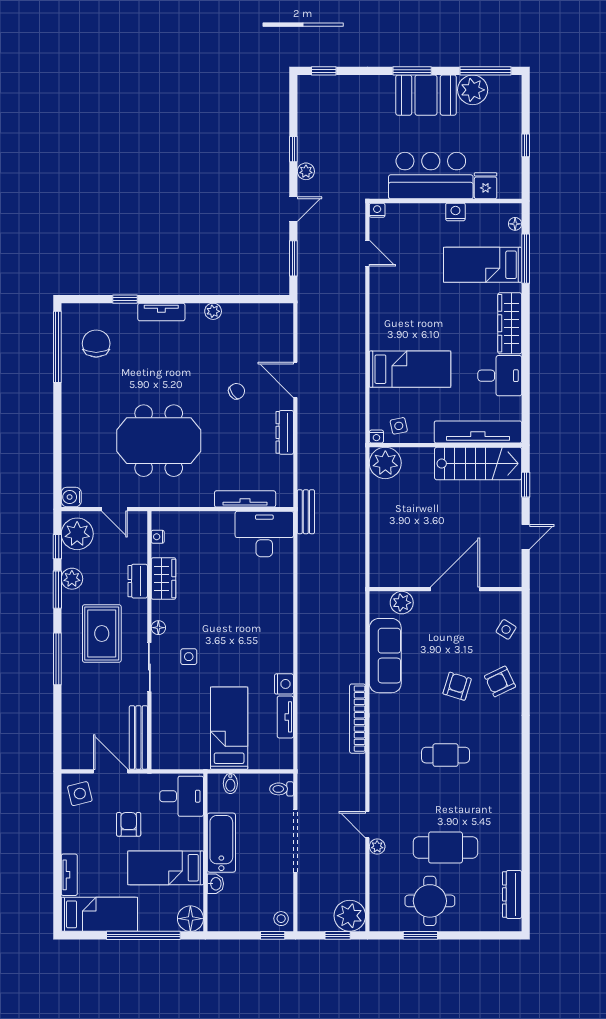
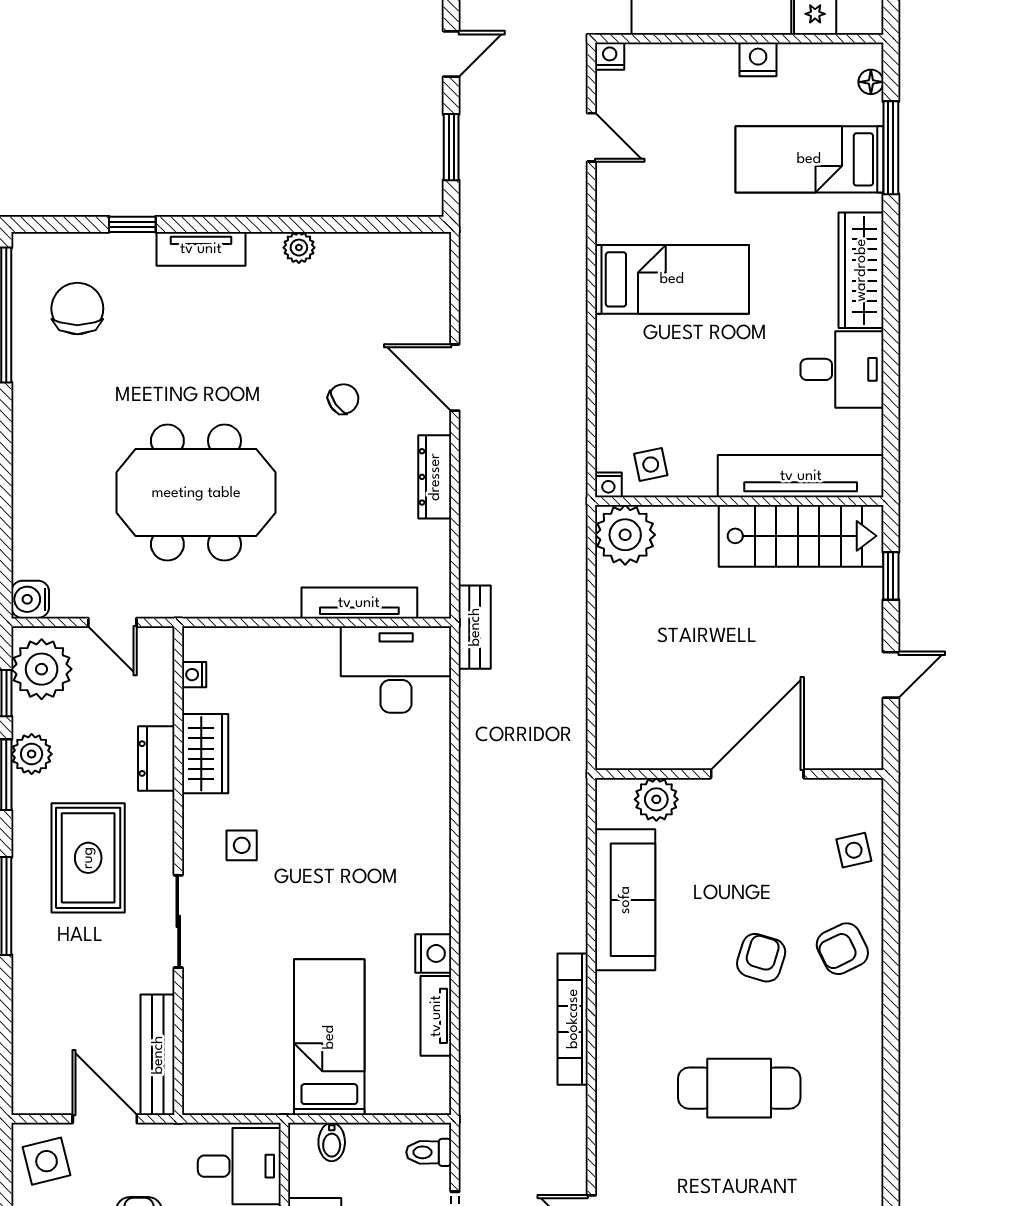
bed: (410, 369) -> (672, 279), moved
floor lamp: (158, 628) -> (195, 847), removed
side table: (506, 629) -> (854, 850), turned 45
side table: (189, 657) -> (242, 845), moved
cafe table: (446, 755) -> (739, 1088), width x1.37, depth x1.35

